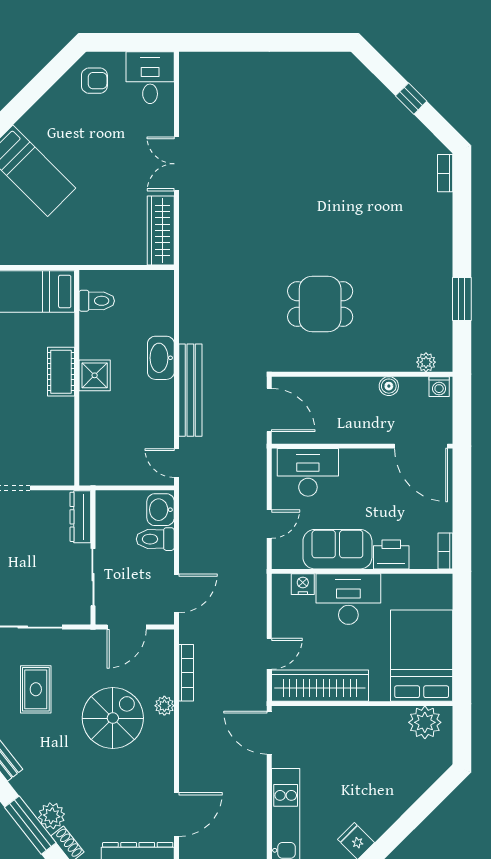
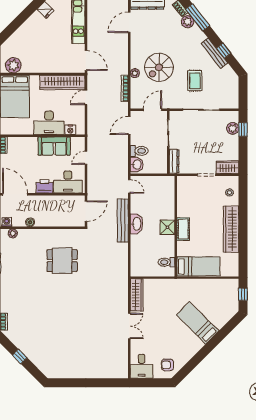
washbasin: (161, 358) -> (137, 224), moved
door: (269, 410) -> (86, 211), swing flipped
printer: (391, 554) -> (45, 186), moved, turned 180

